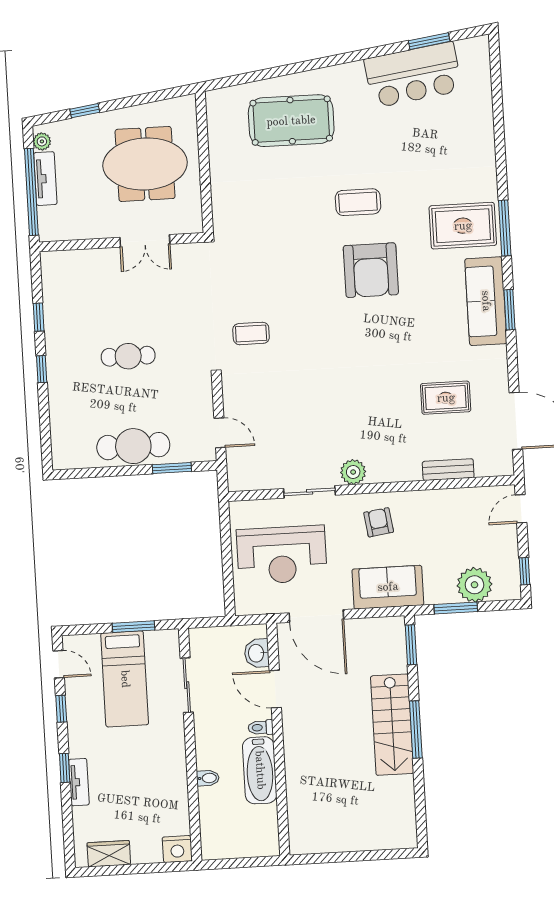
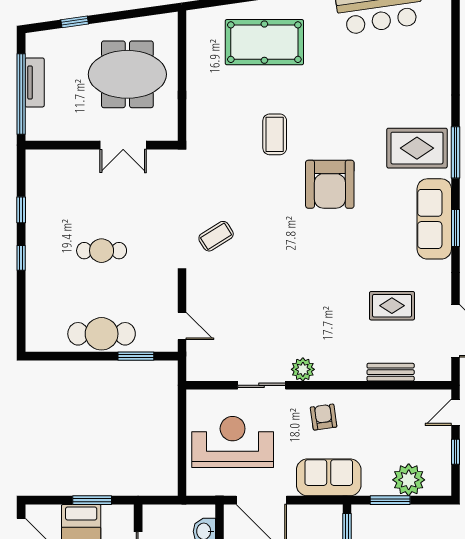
plant: (42, 141) -> (33, 48), removed
coffee table: (358, 202) -> (275, 134), moved, turned 90
coffee table: (251, 333) -> (216, 236), turned -32
reception desk: (282, 555) -> (233, 442), turned 180
window: (525, 571) -> (456, 452), moved

